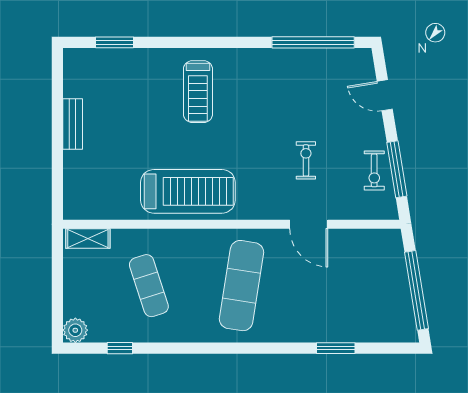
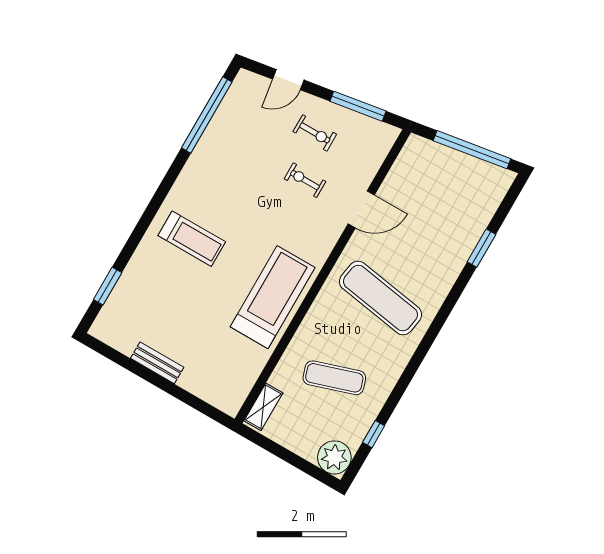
exercise bike: (374, 170) -> (315, 133), moved
plant: (75, 330) -> (334, 457), width x1.36, depth x1.36

